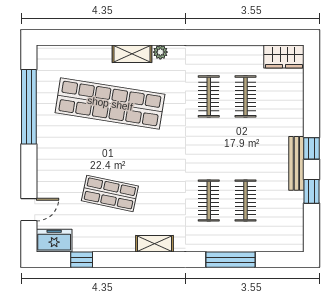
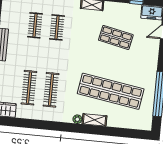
clothes rail: (209, 96) -> (51, 90), width x1.36
clothes rail: (246, 96) -> (29, 88), width x1.36

